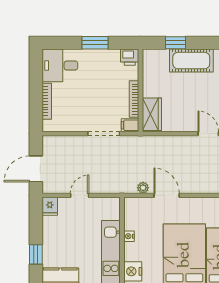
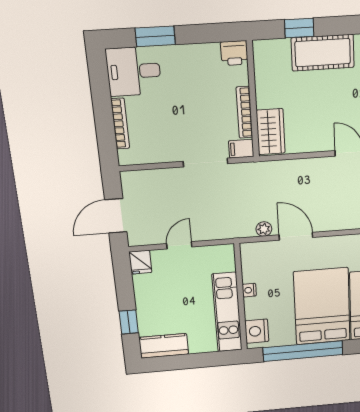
window: (95, 43) -> (155, 36), moved

